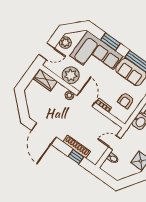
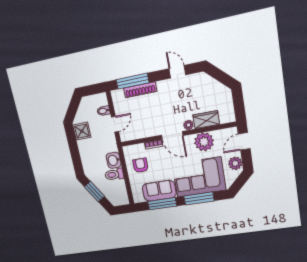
window: (110, 42) -> (199, 199), width x1.44
wardrobe: (45, 80) -> (206, 120), moved
door: (44, 134) -> (177, 72), width x0.53
window: (76, 157) -> (132, 81), width x2.17

